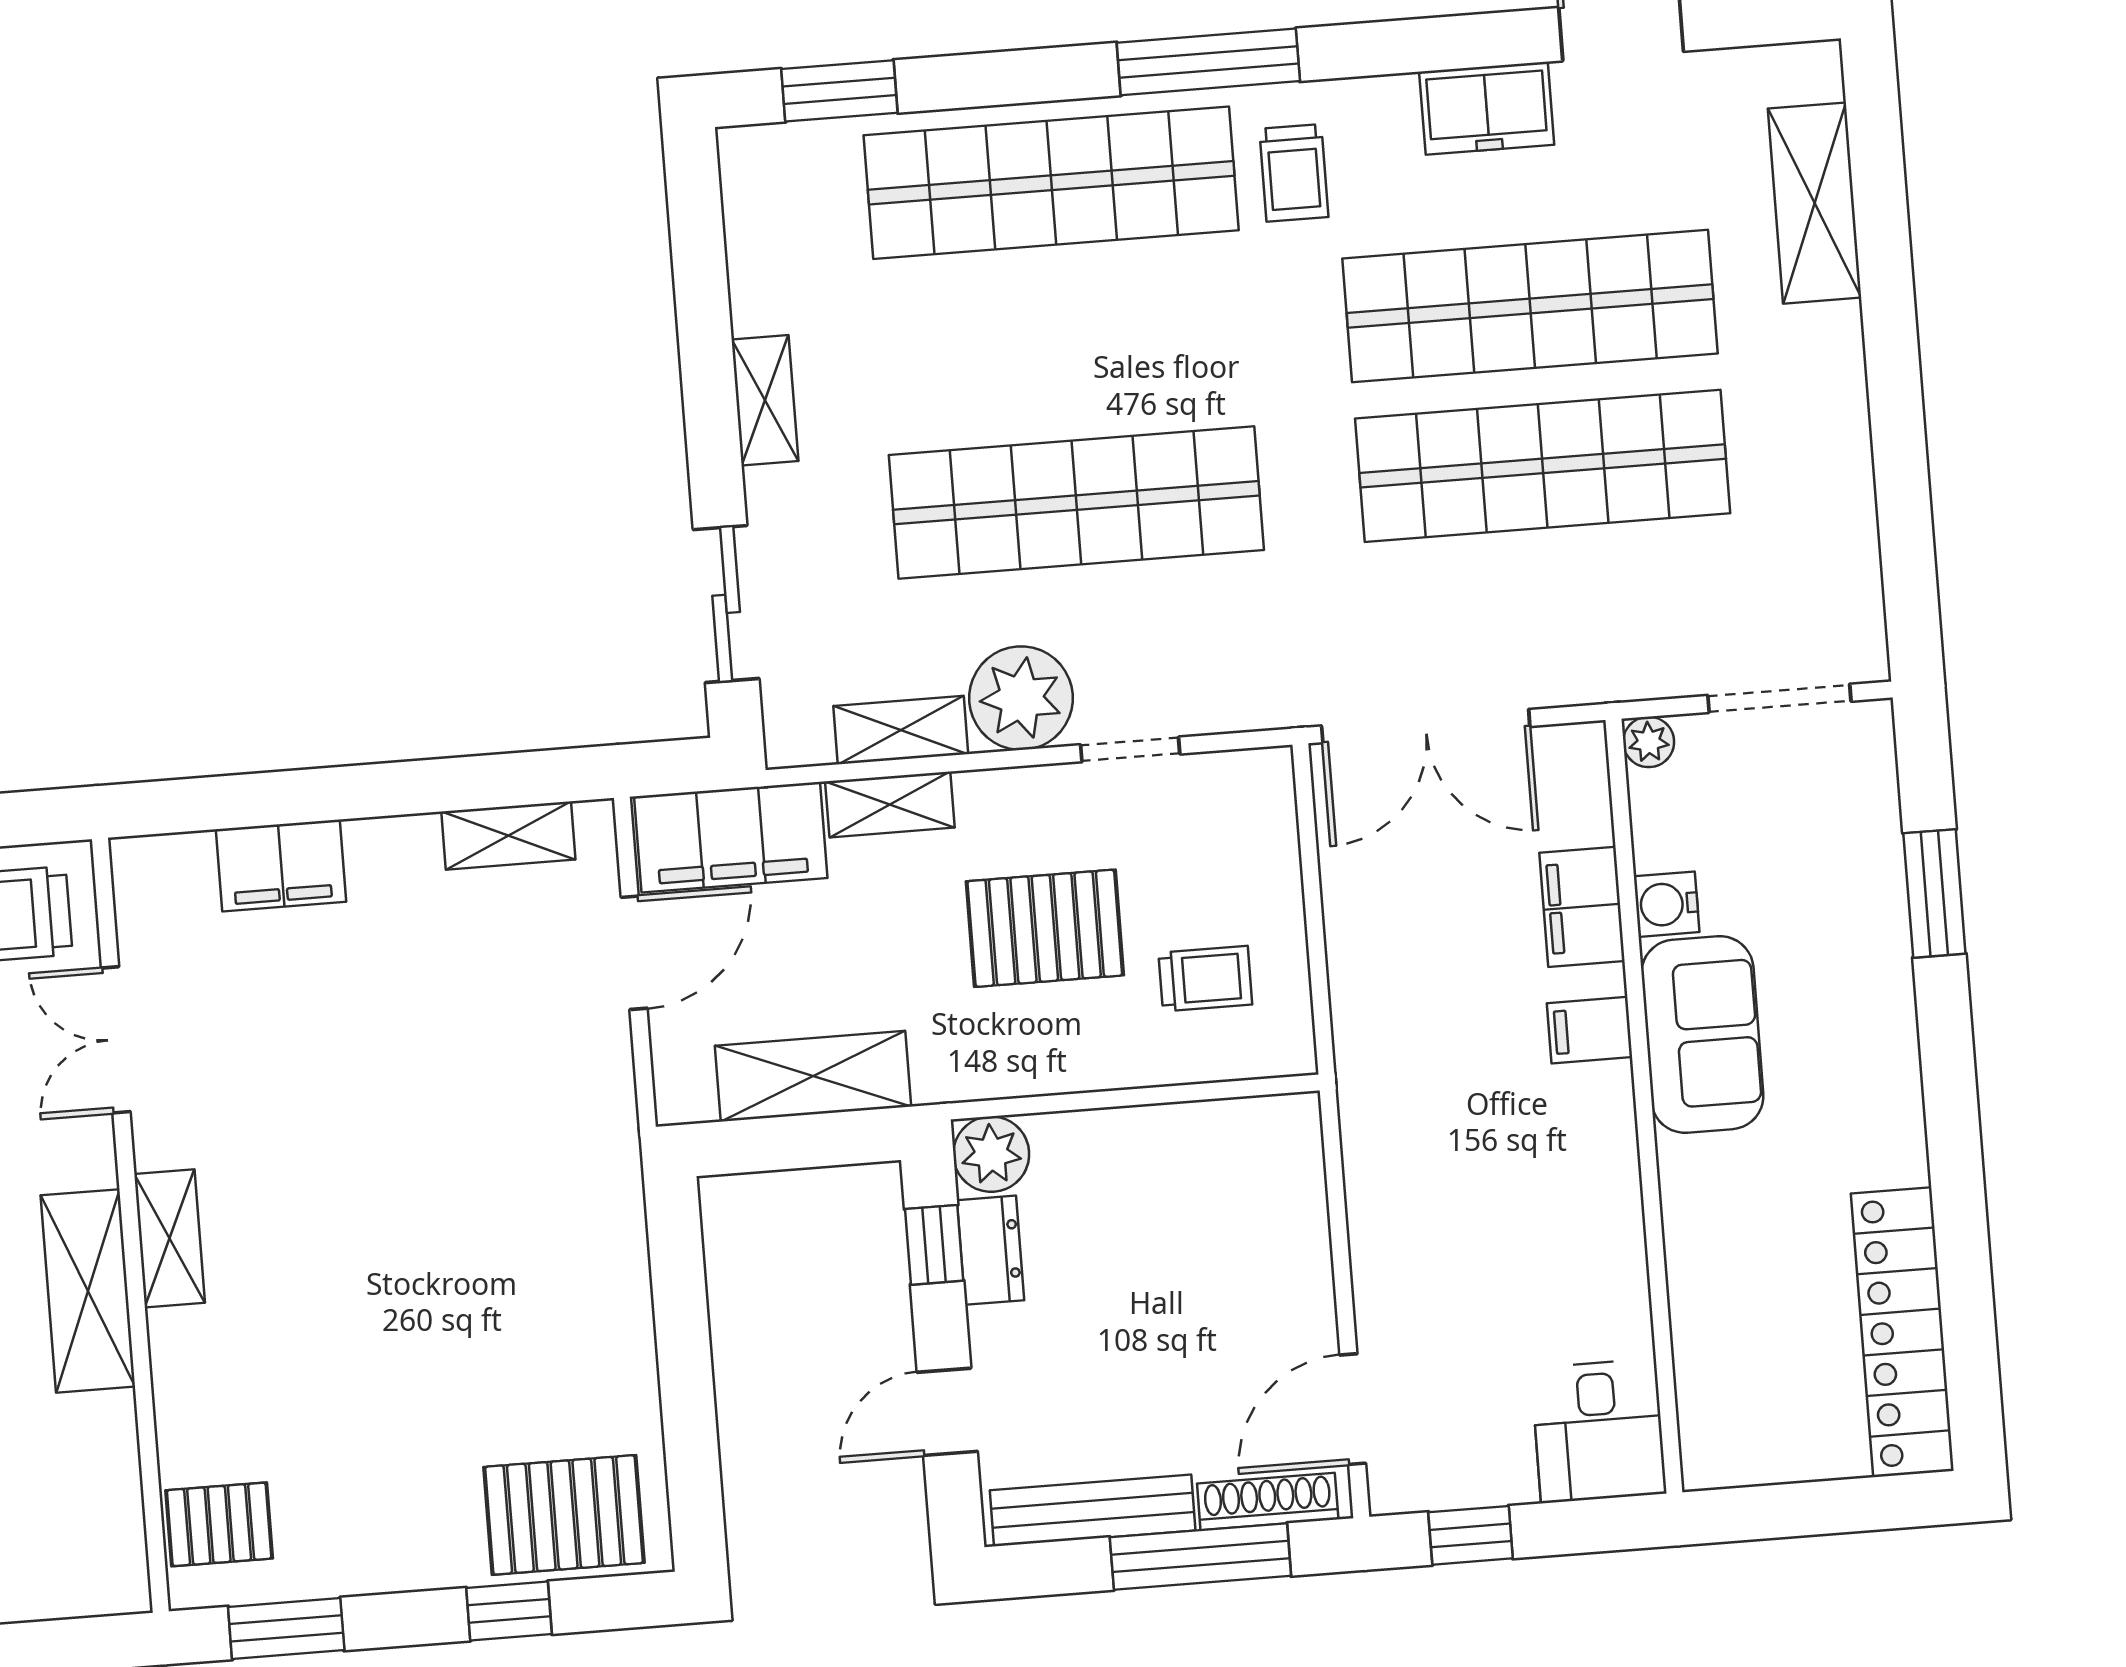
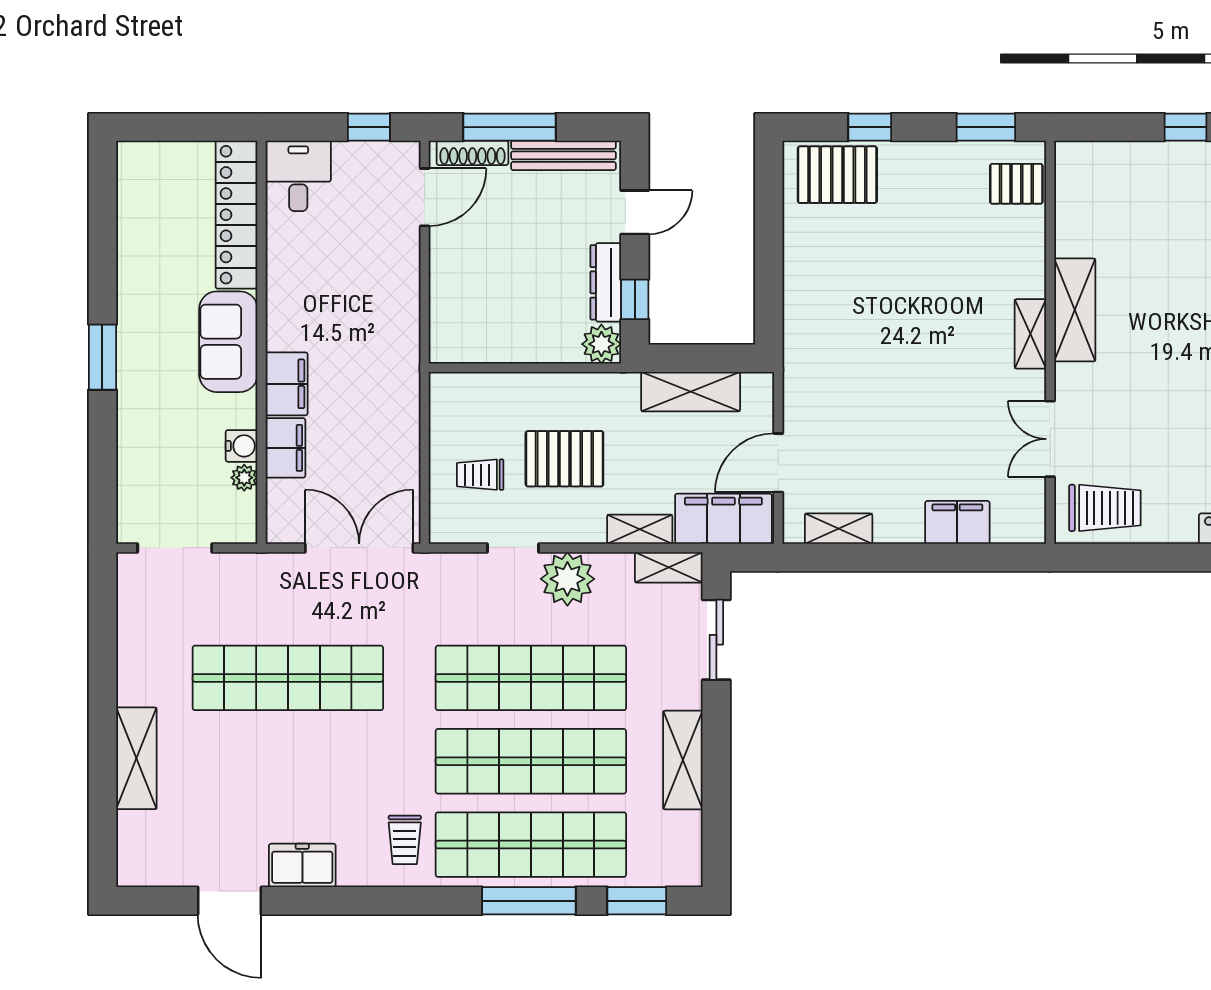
window: (1208, 62) -> (529, 901), moved
trolley: (1294, 173) -> (405, 840), turned 180
shelving: (1815, 203) -> (136, 758), moved
shop shelf: (1530, 306) -> (531, 761), moved
shelving: (765, 400) -> (683, 760), width x1.50, depth x1.33
shelving: (901, 730) -> (669, 567), moved
plant: (1649, 742) -> (244, 478), moved
window: (1934, 893) -> (102, 357), moved
trolley: (1205, 979) -> (480, 475), moved
filing cabinet: (1590, 1030) -> (287, 384), width x2.00
sofa: (1702, 1034) -> (228, 342), moved
double door: (116, 1040) -> (1050, 439), swing flipped
dresser: (990, 1250) -> (606, 282), width x1.44
locker: (1902, 1332) -> (236, 215), moved, turned 180

